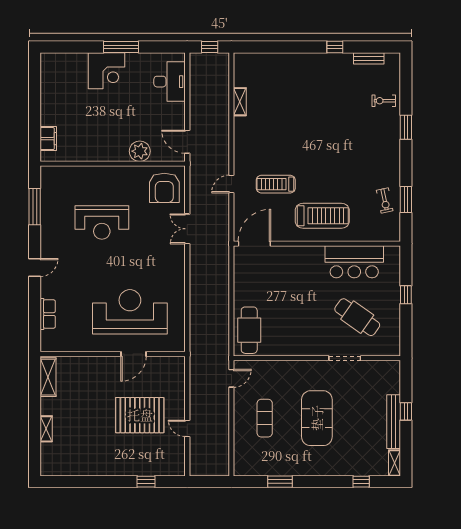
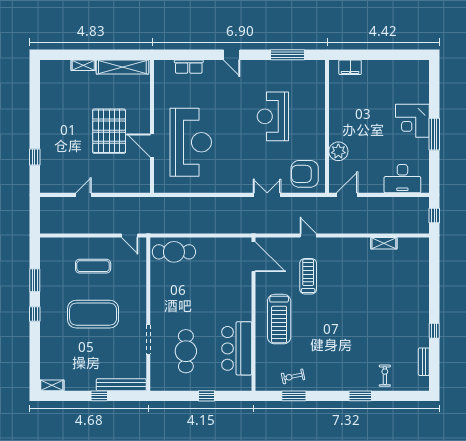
cafe table: (357, 317) -> (186, 351), turned -35
shelving: (48, 377) -> (122, 67), width x1.47
pallet: (140, 415) -> (109, 131), moved
bench: (394, 422) -> (121, 385), moved
window: (361, 482) -> (35, 314), moved

